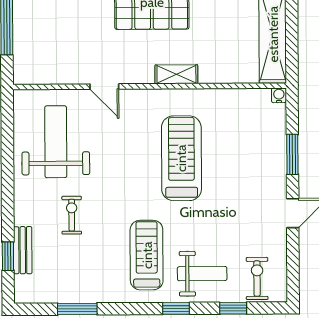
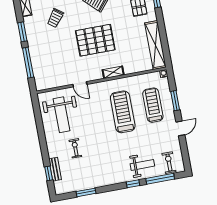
weight bench: (56, 142) -> (61, 115), turned 180
treadmill: (147, 255) -> (153, 105), moved
window: (233, 308) -> (160, 179), width x2.17

